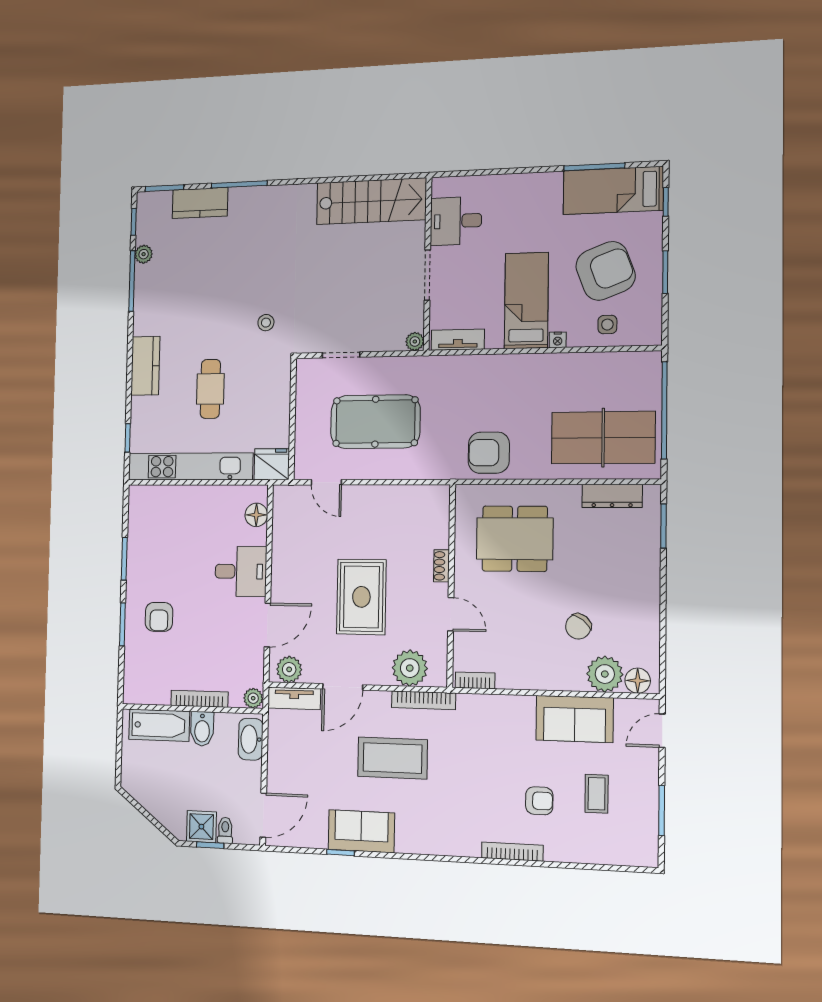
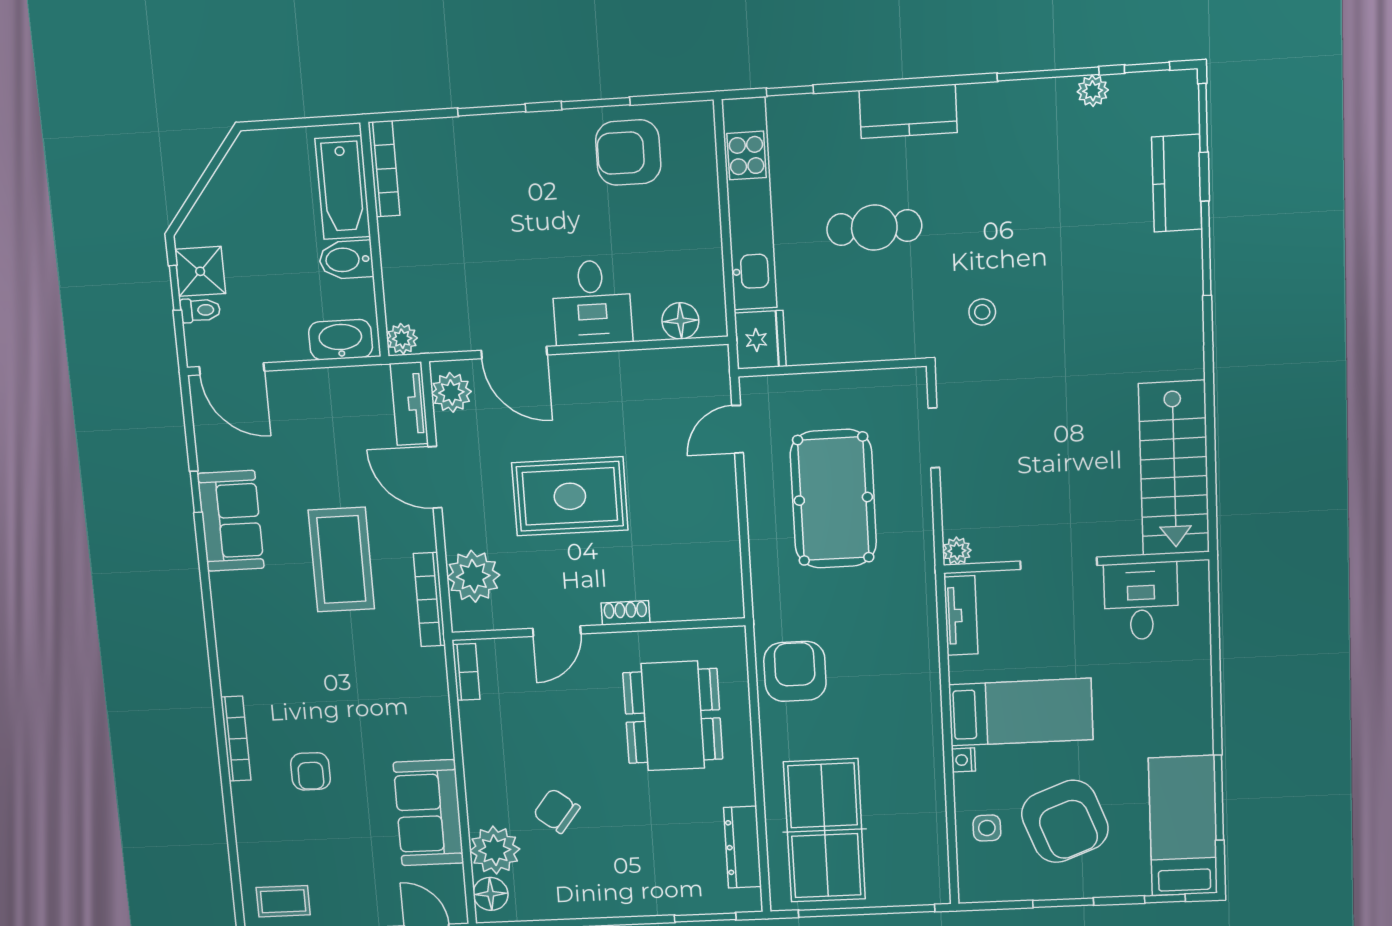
armchair: (159, 617) -> (628, 153), moved, width x1.38, depth x1.38
bookcase: (199, 699) -> (384, 169), moved
coffee table: (597, 794) -> (283, 901), moved

